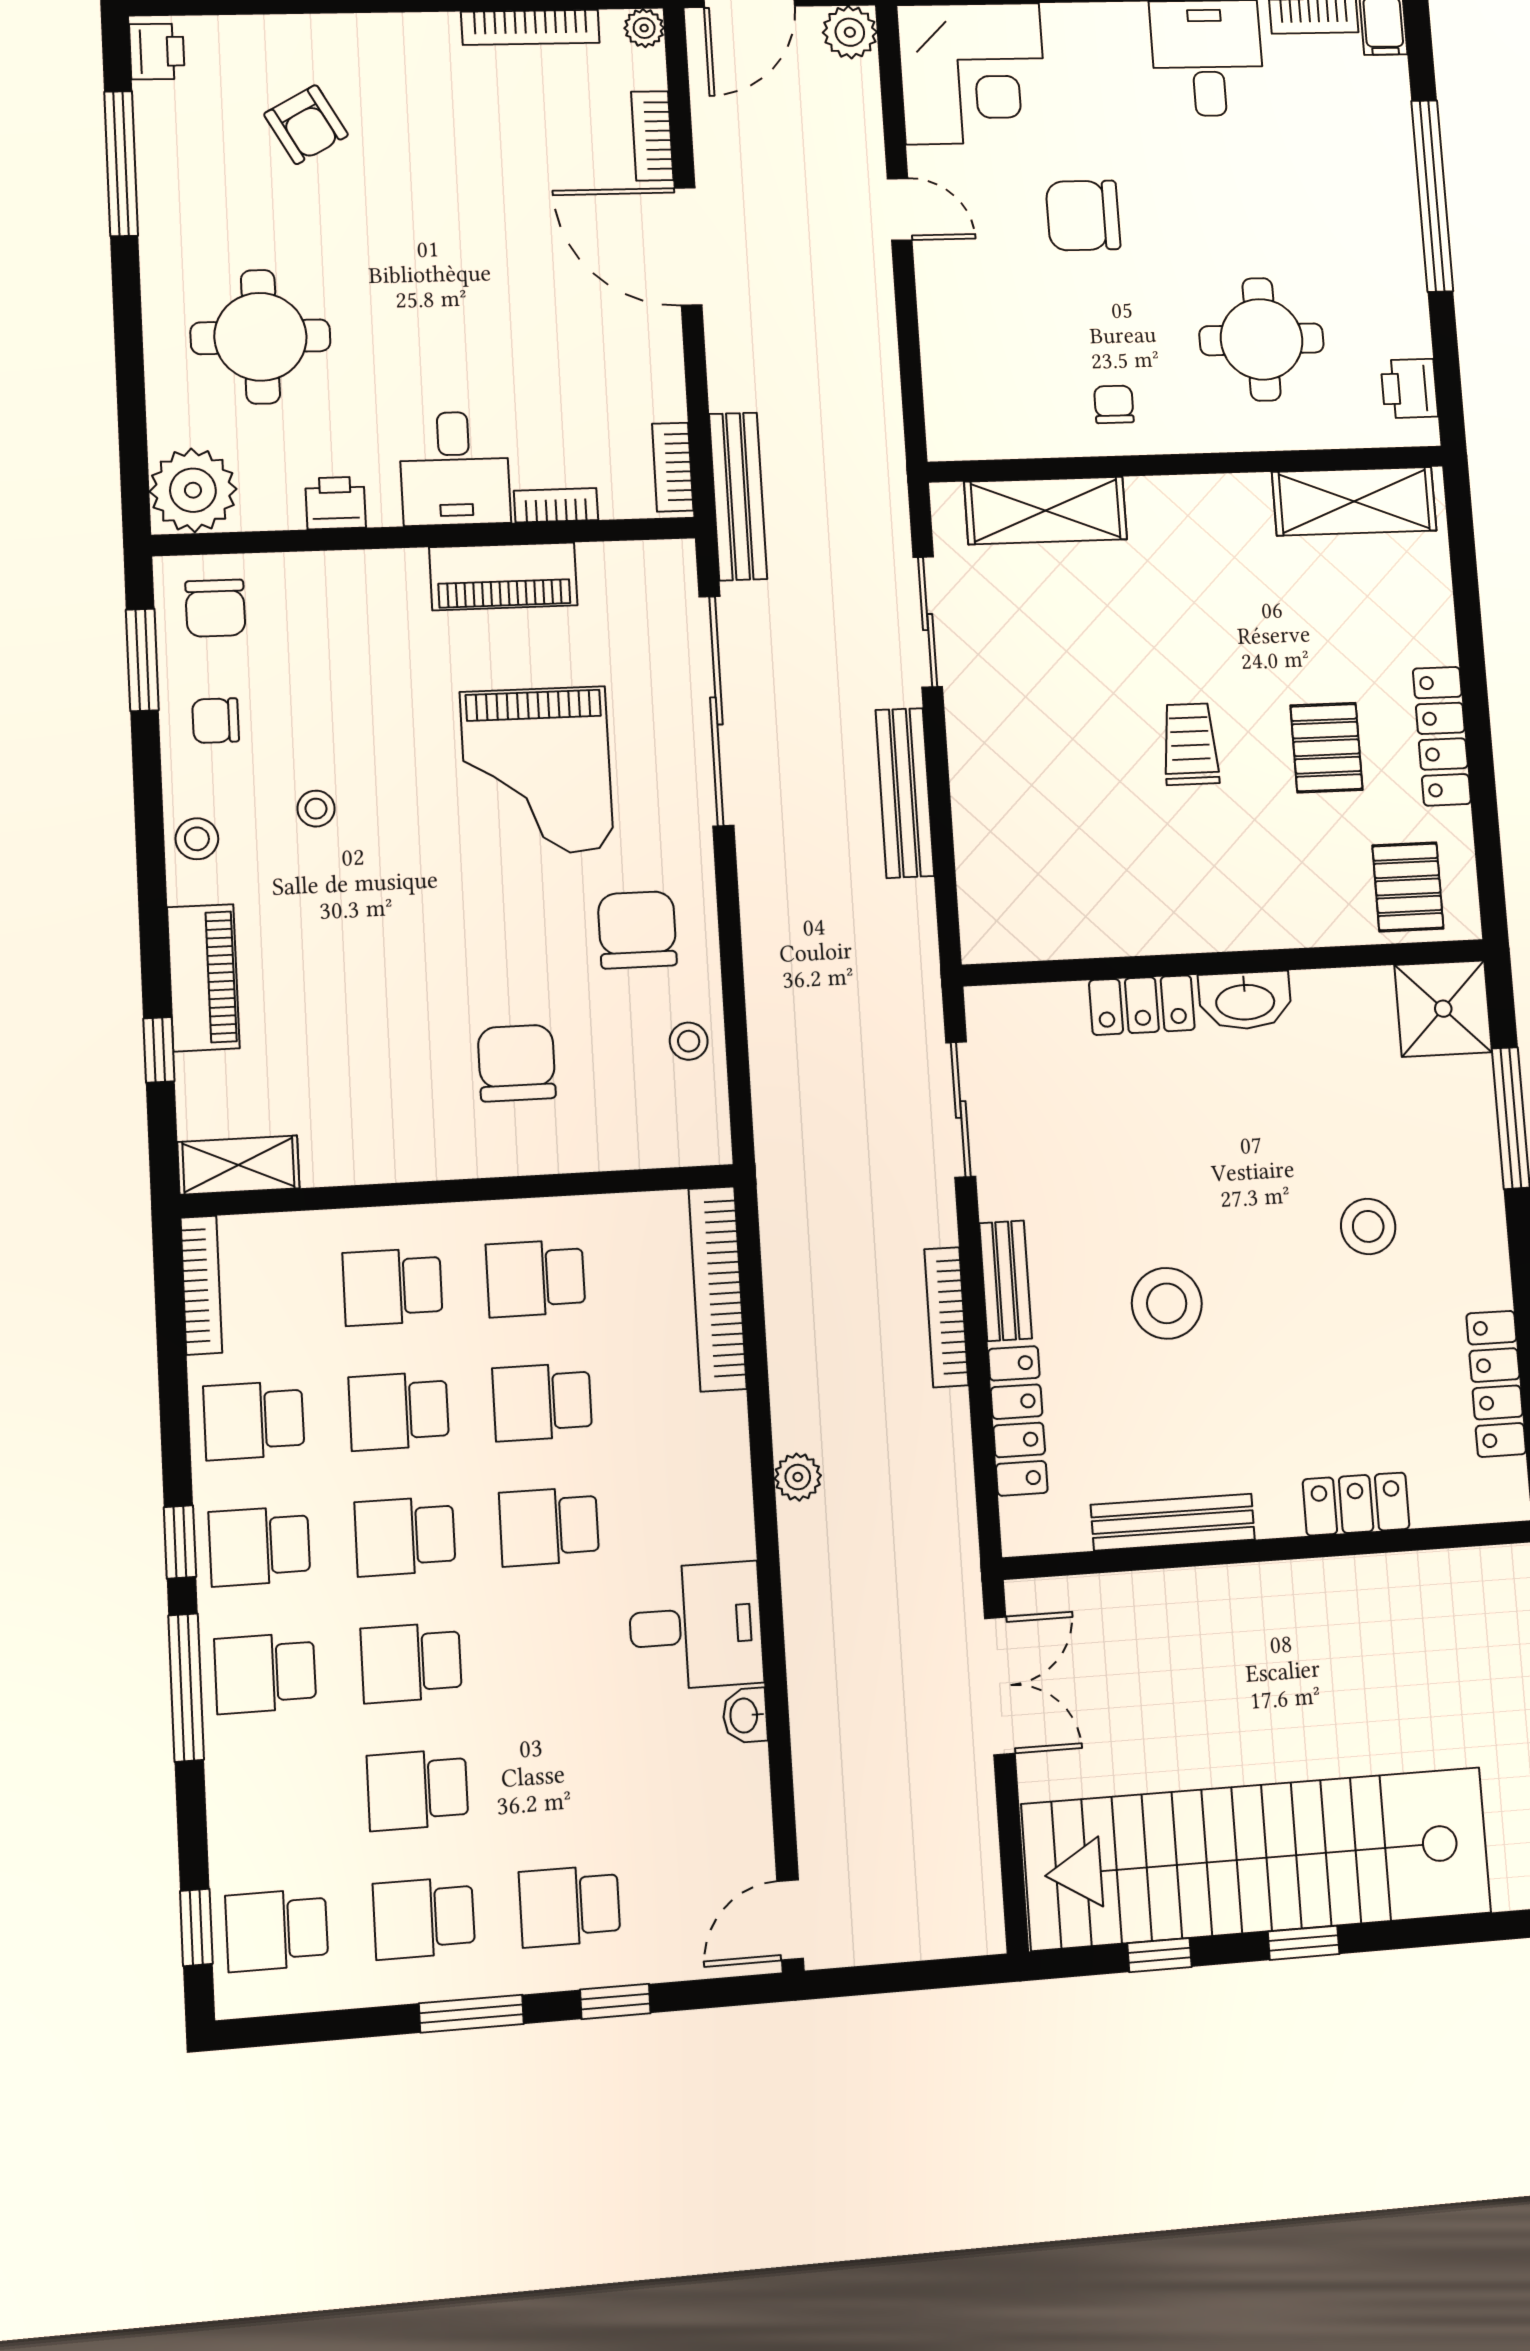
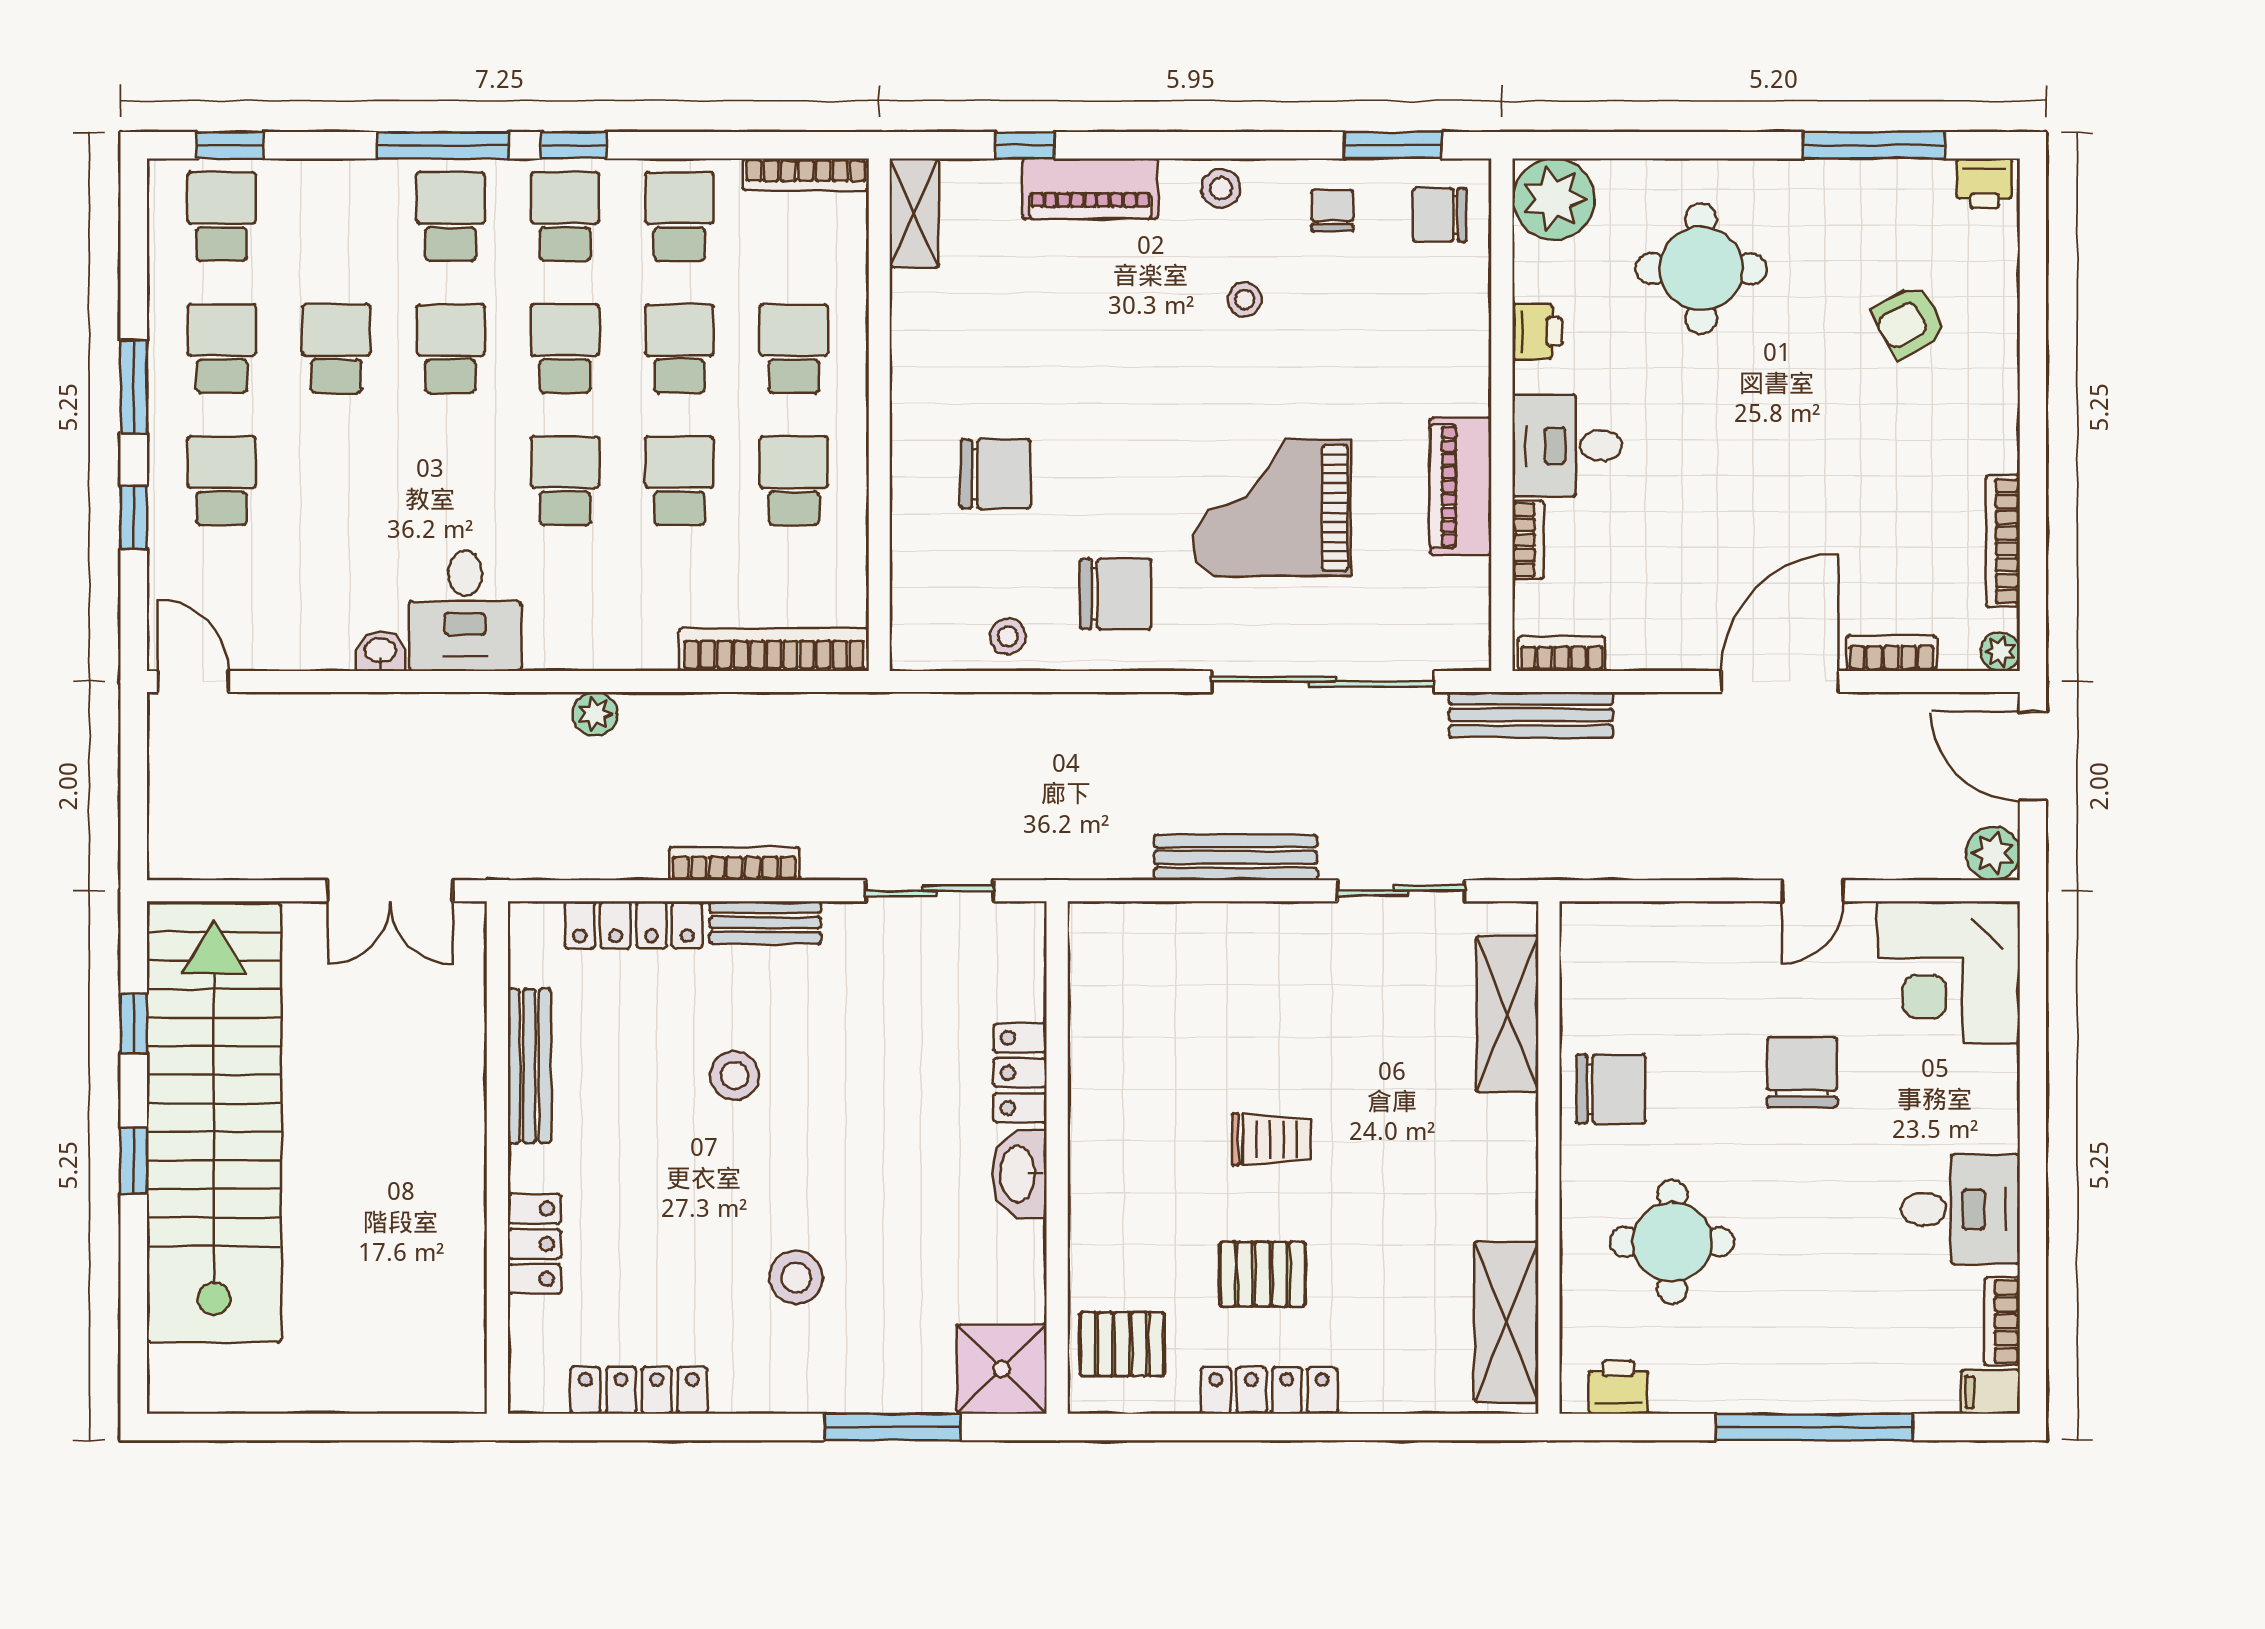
chair: (1114, 404) -> (1611, 1089), width x1.87, depth x1.87
stool: (1167, 1303) -> (735, 1076), width x0.73, depth x0.73

